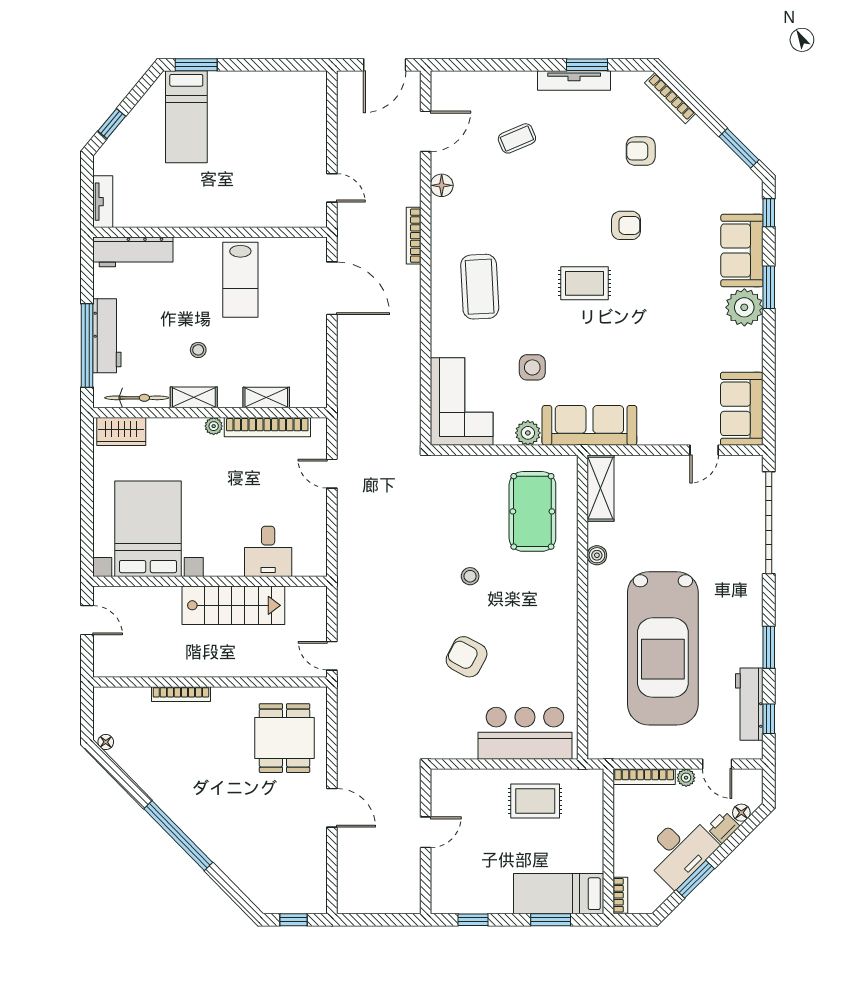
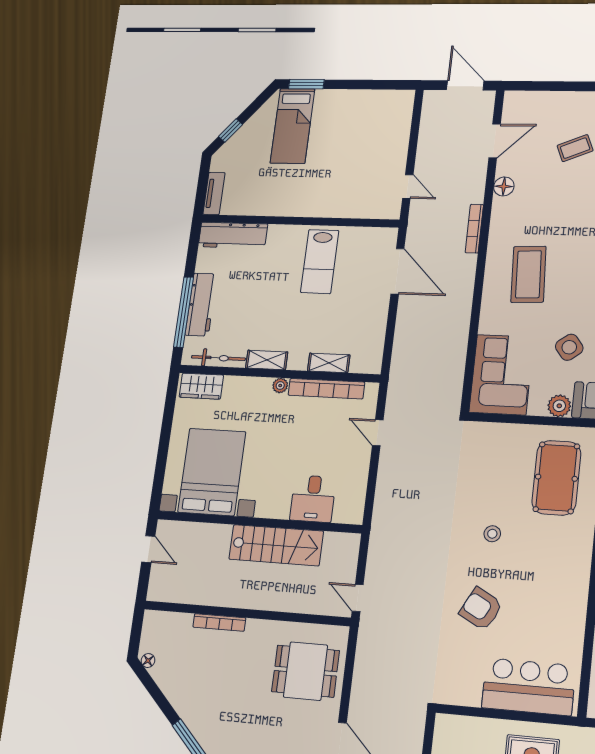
door: (385, 65) -> (465, 85), swing flipped
stool: (198, 350) -> (276, 320), removed
side table: (532, 367) -> (569, 347), turned -37
dining table: (284, 738) -> (305, 671), turned 90

